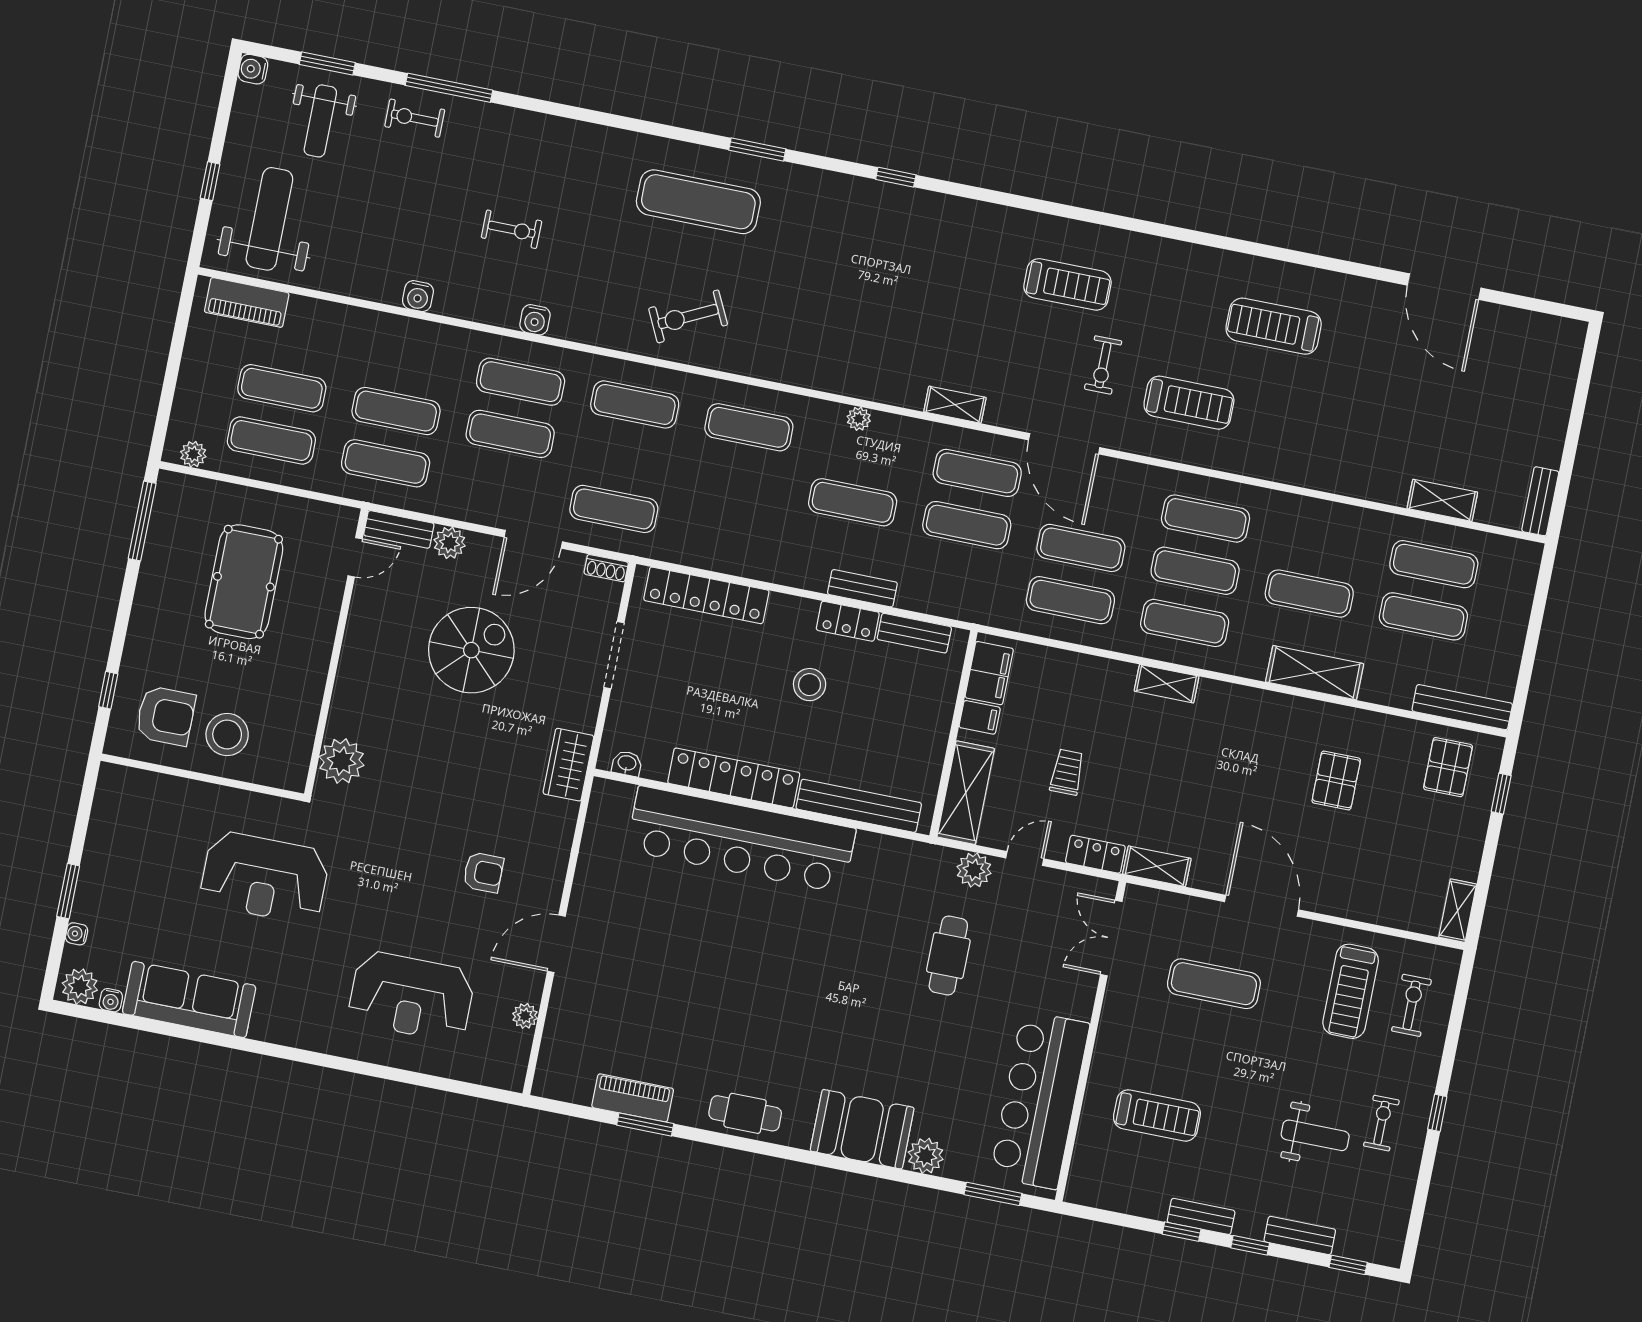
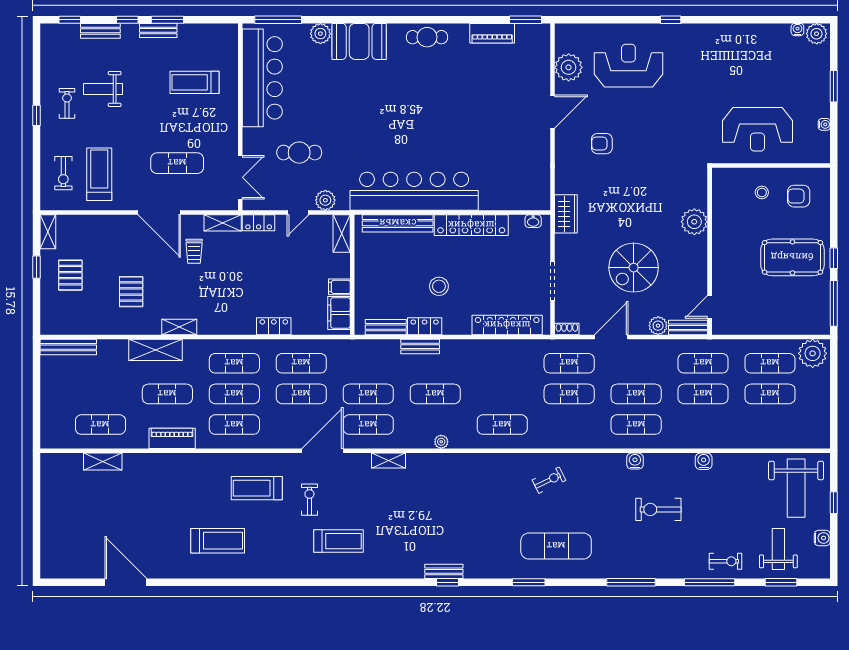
water cooler: (253, 69) -> (822, 538), moved
window: (583, 115) -> (631, 582), added
exercise bike: (512, 229) -> (658, 509), width x1.38, depth x1.39
treadmill: (1068, 284) -> (339, 541), turned 180
piano: (247, 302) -> (172, 438), moved
exercise bike: (688, 316) -> (549, 480), width x0.73, depth x0.72
exercise mat: (635, 404) -> (569, 394), moved
door: (1064, 444) -> (323, 451), hinge flipped
plant: (193, 454) -> (813, 353), width x1.88, depth x1.88
bench: (1540, 501) -> (444, 571), moved, turned 90
pool table: (244, 582) -> (792, 257), moved, turned 90
exercise mat: (1423, 616) -> (100, 394), removed
locker: (1105, 673) -> (274, 326), added
shelving: (1167, 684) -> (179, 327), moved
window: (108, 690) -> (834, 258), moved
armchair: (166, 716) -> (799, 196), width x0.72, depth x0.72
stool: (227, 735) -> (762, 192), width x0.53, depth x0.53
plant: (342, 761) -> (694, 222), moved
pallet: (1448, 767) -> (70, 275), moved
trolley: (1067, 772) -> (194, 251), moved
shelving: (966, 793) -> (342, 233), width x0.67, depth x0.75
window: (1501, 794) -> (37, 267), moved
bar counter: (741, 839) -> (414, 191), moved
reception desk: (264, 878) -> (757, 129), moved, turned 180
water cooler: (77, 934) -> (824, 124), moved
cafe table: (948, 956) -> (299, 153), moved, turned 90
sofa: (189, 999) -> (753, 39), removed
plant: (525, 1016) -> (569, 67), width x1.87, depth x1.87
window: (324, 1060) -> (671, 20), added
exercise bike: (1381, 1123) -> (67, 103), turned 180
window: (645, 1124) -> (525, 20), moved
window: (993, 1194) -> (278, 20), width x1.44
window: (1182, 1232) -> (167, 20), width x1.50

